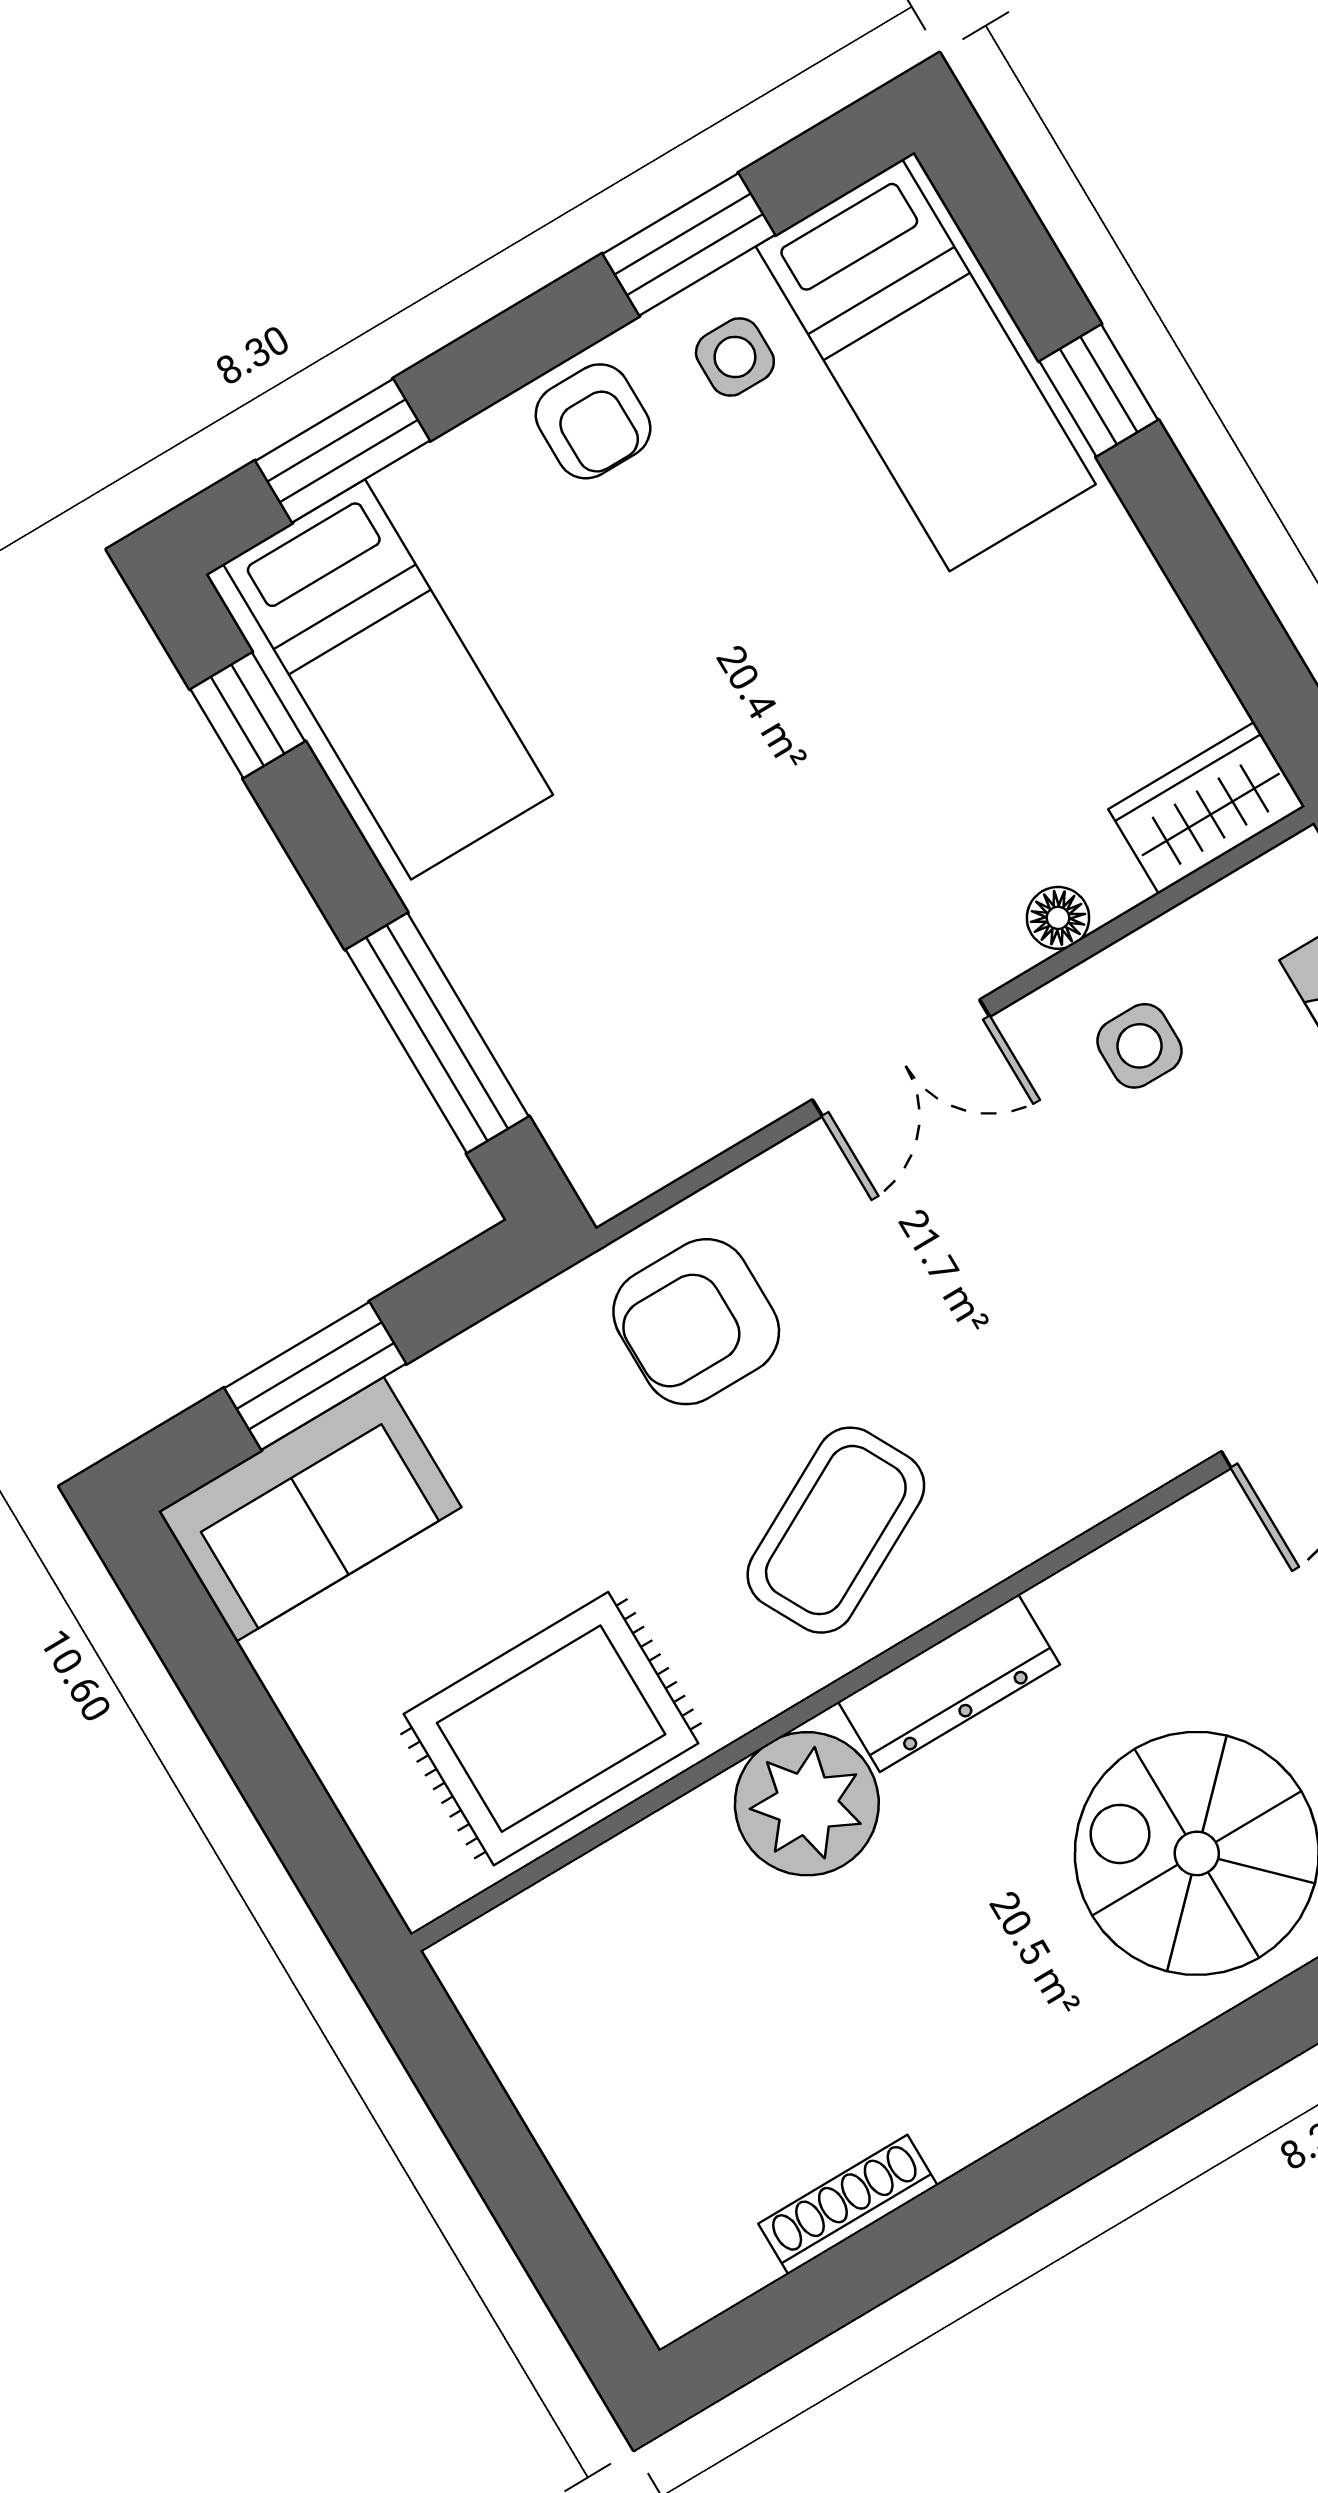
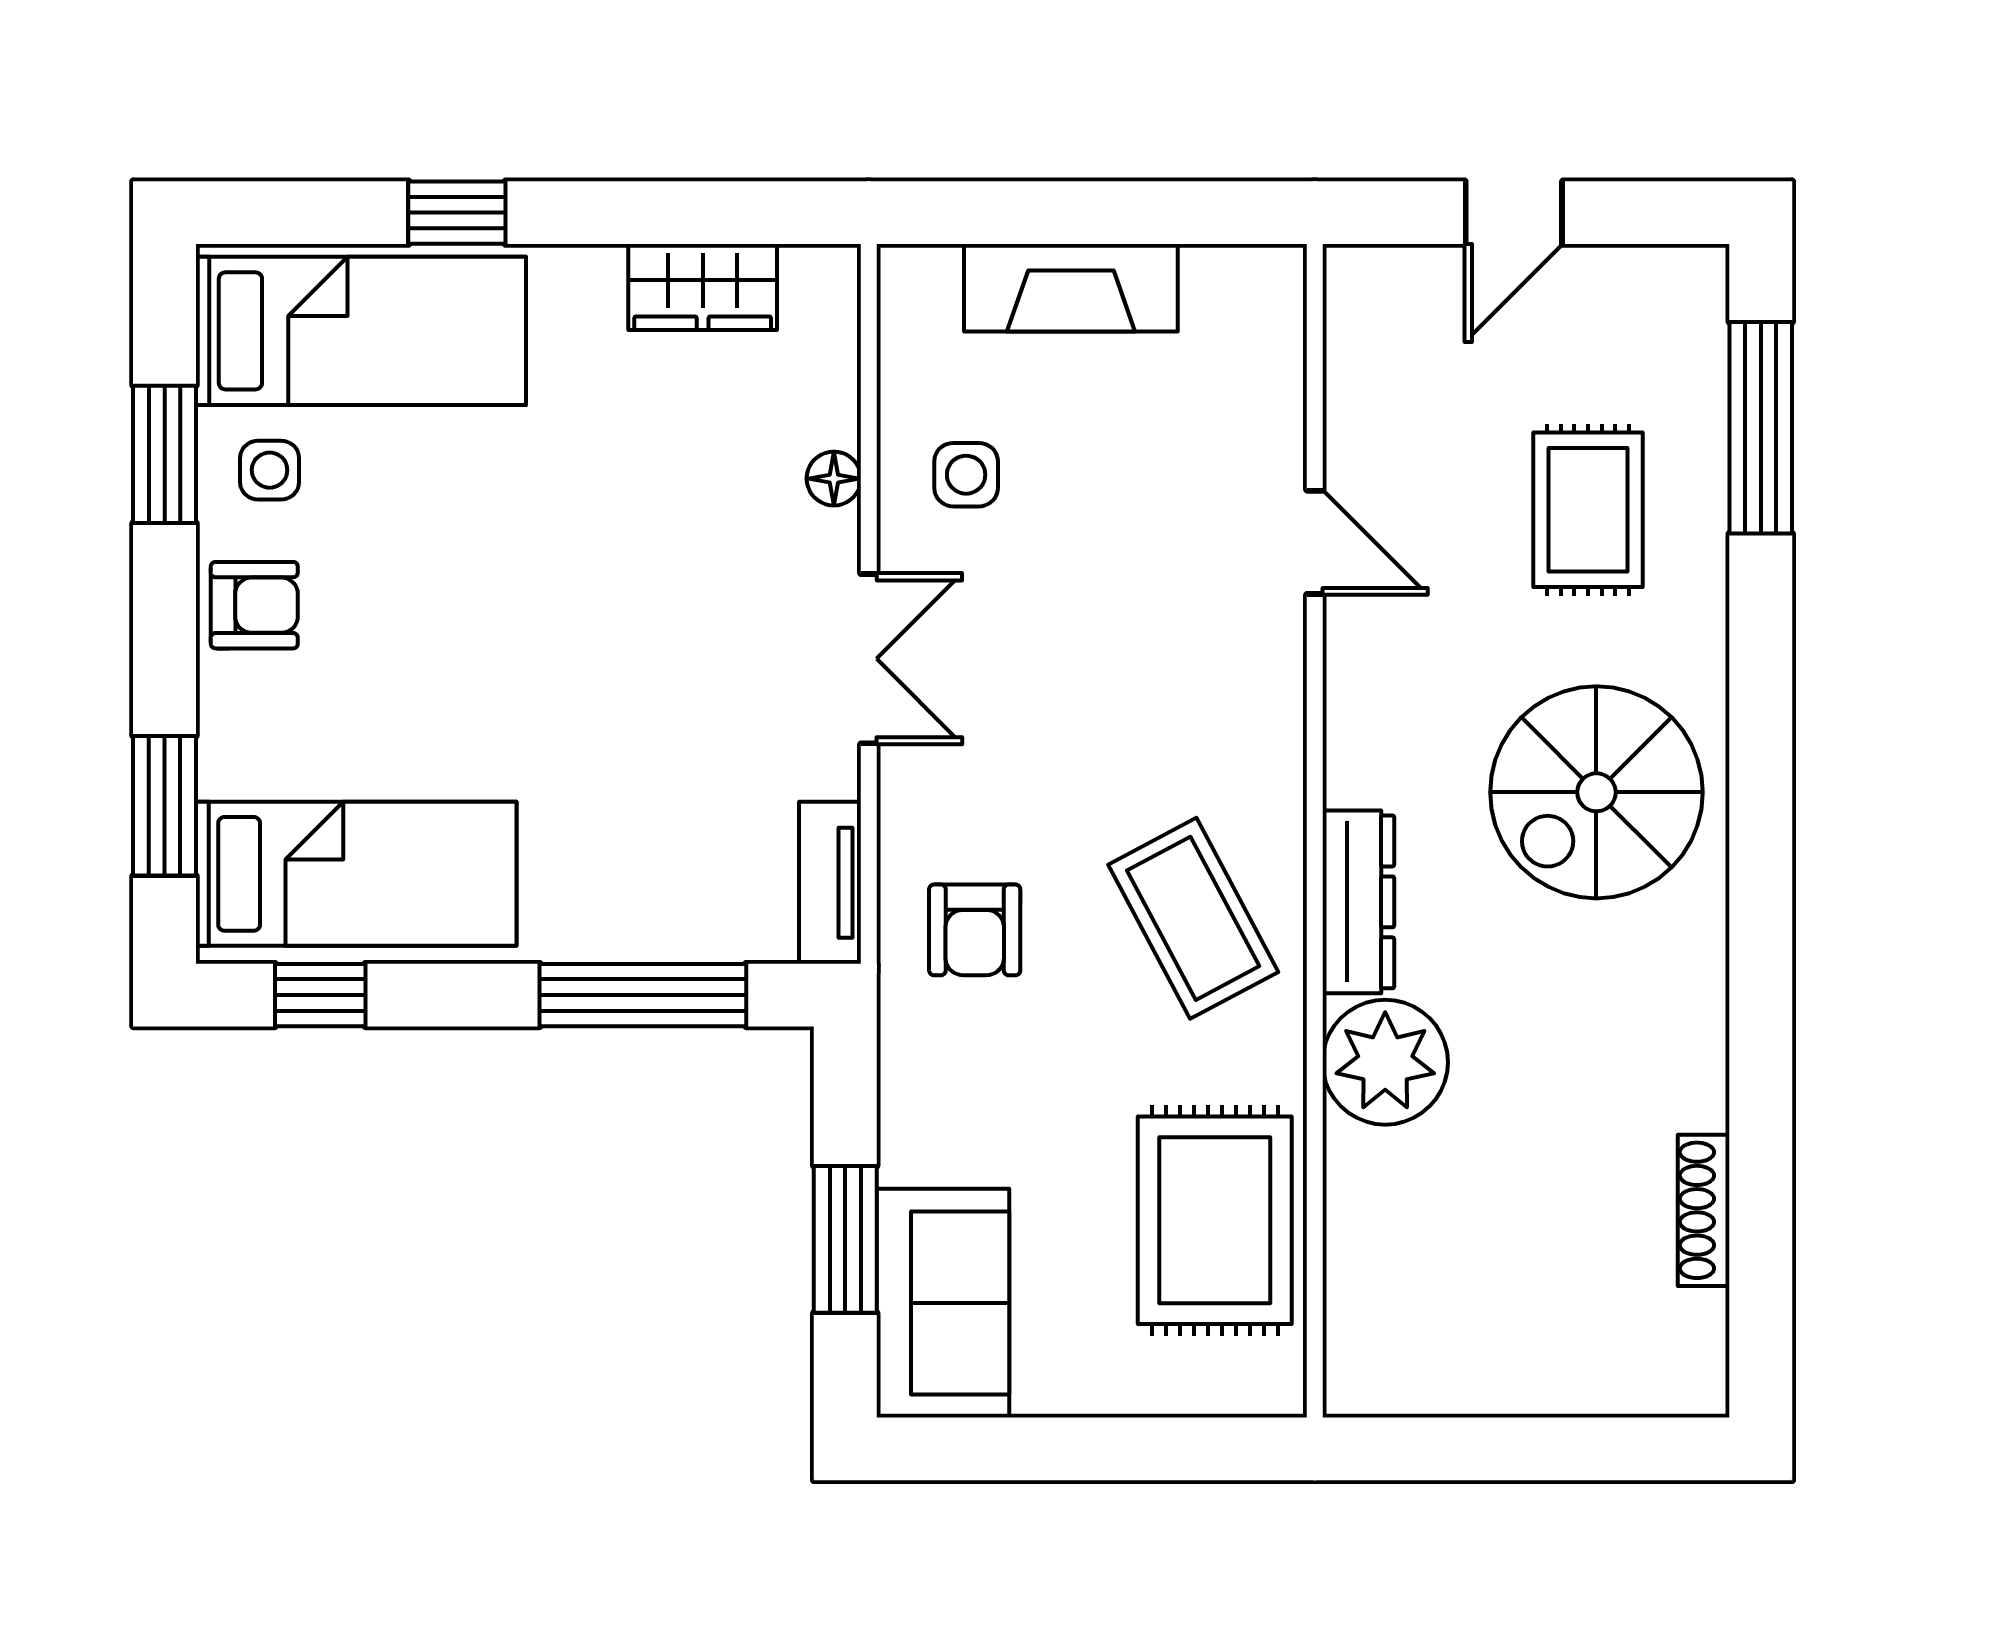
wardrobe: (1207, 808) -> (703, 287), moved, turned -90
tv unit: (658, 1151) -> (830, 883), added
armchair: (696, 1322) -> (975, 930), width x0.72, depth x0.72

